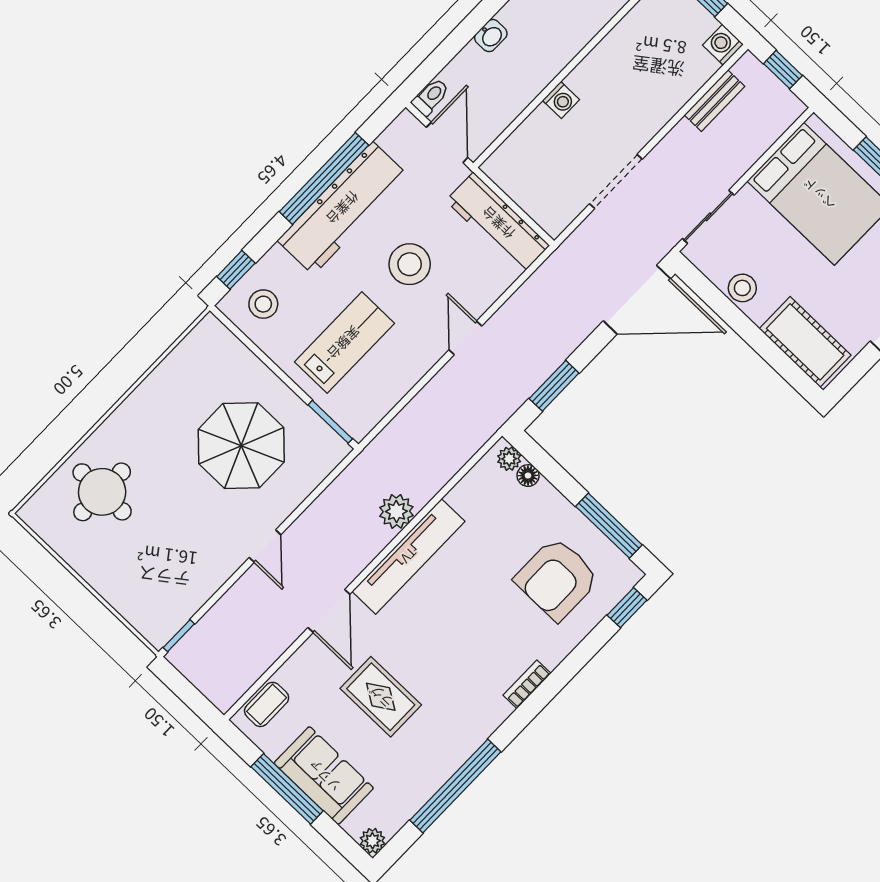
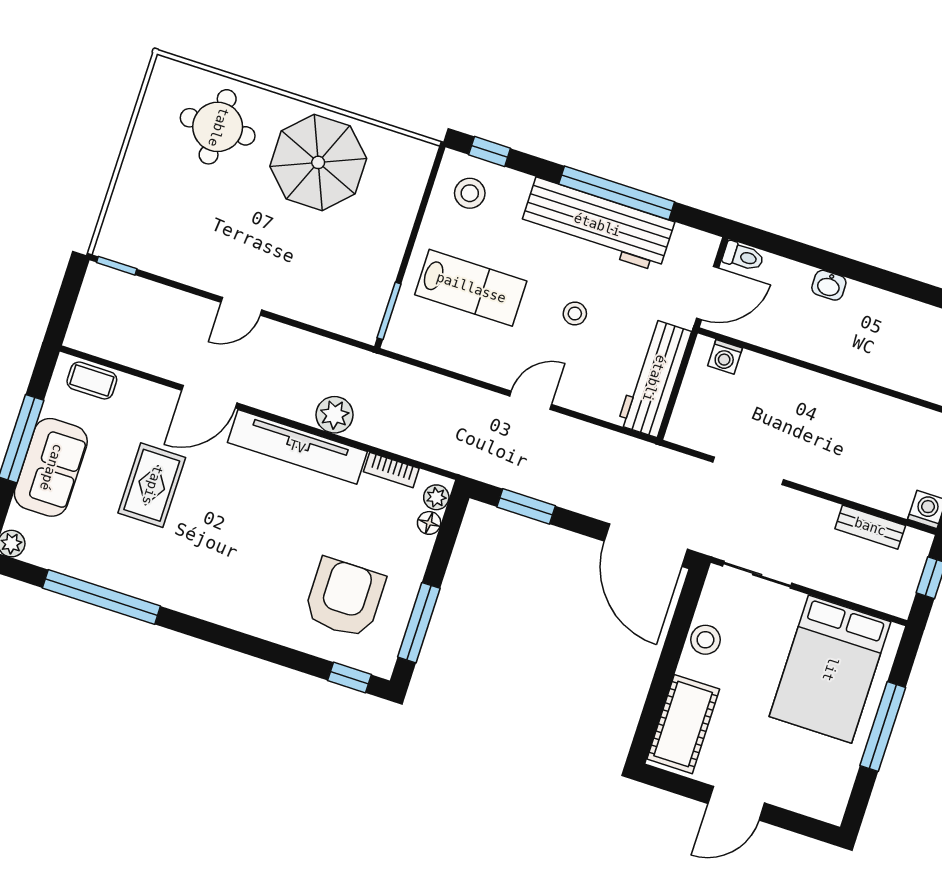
washing machine: (561, 100) -> (725, 357), moved
stool: (410, 264) -> (575, 314), width x0.53, depth x0.53
parasol: (241, 446) -> (318, 162), moved
armchair: (557, 579) -> (344, 598), turned 90
bookcase: (527, 684) -> (391, 470), moved, turned 180

